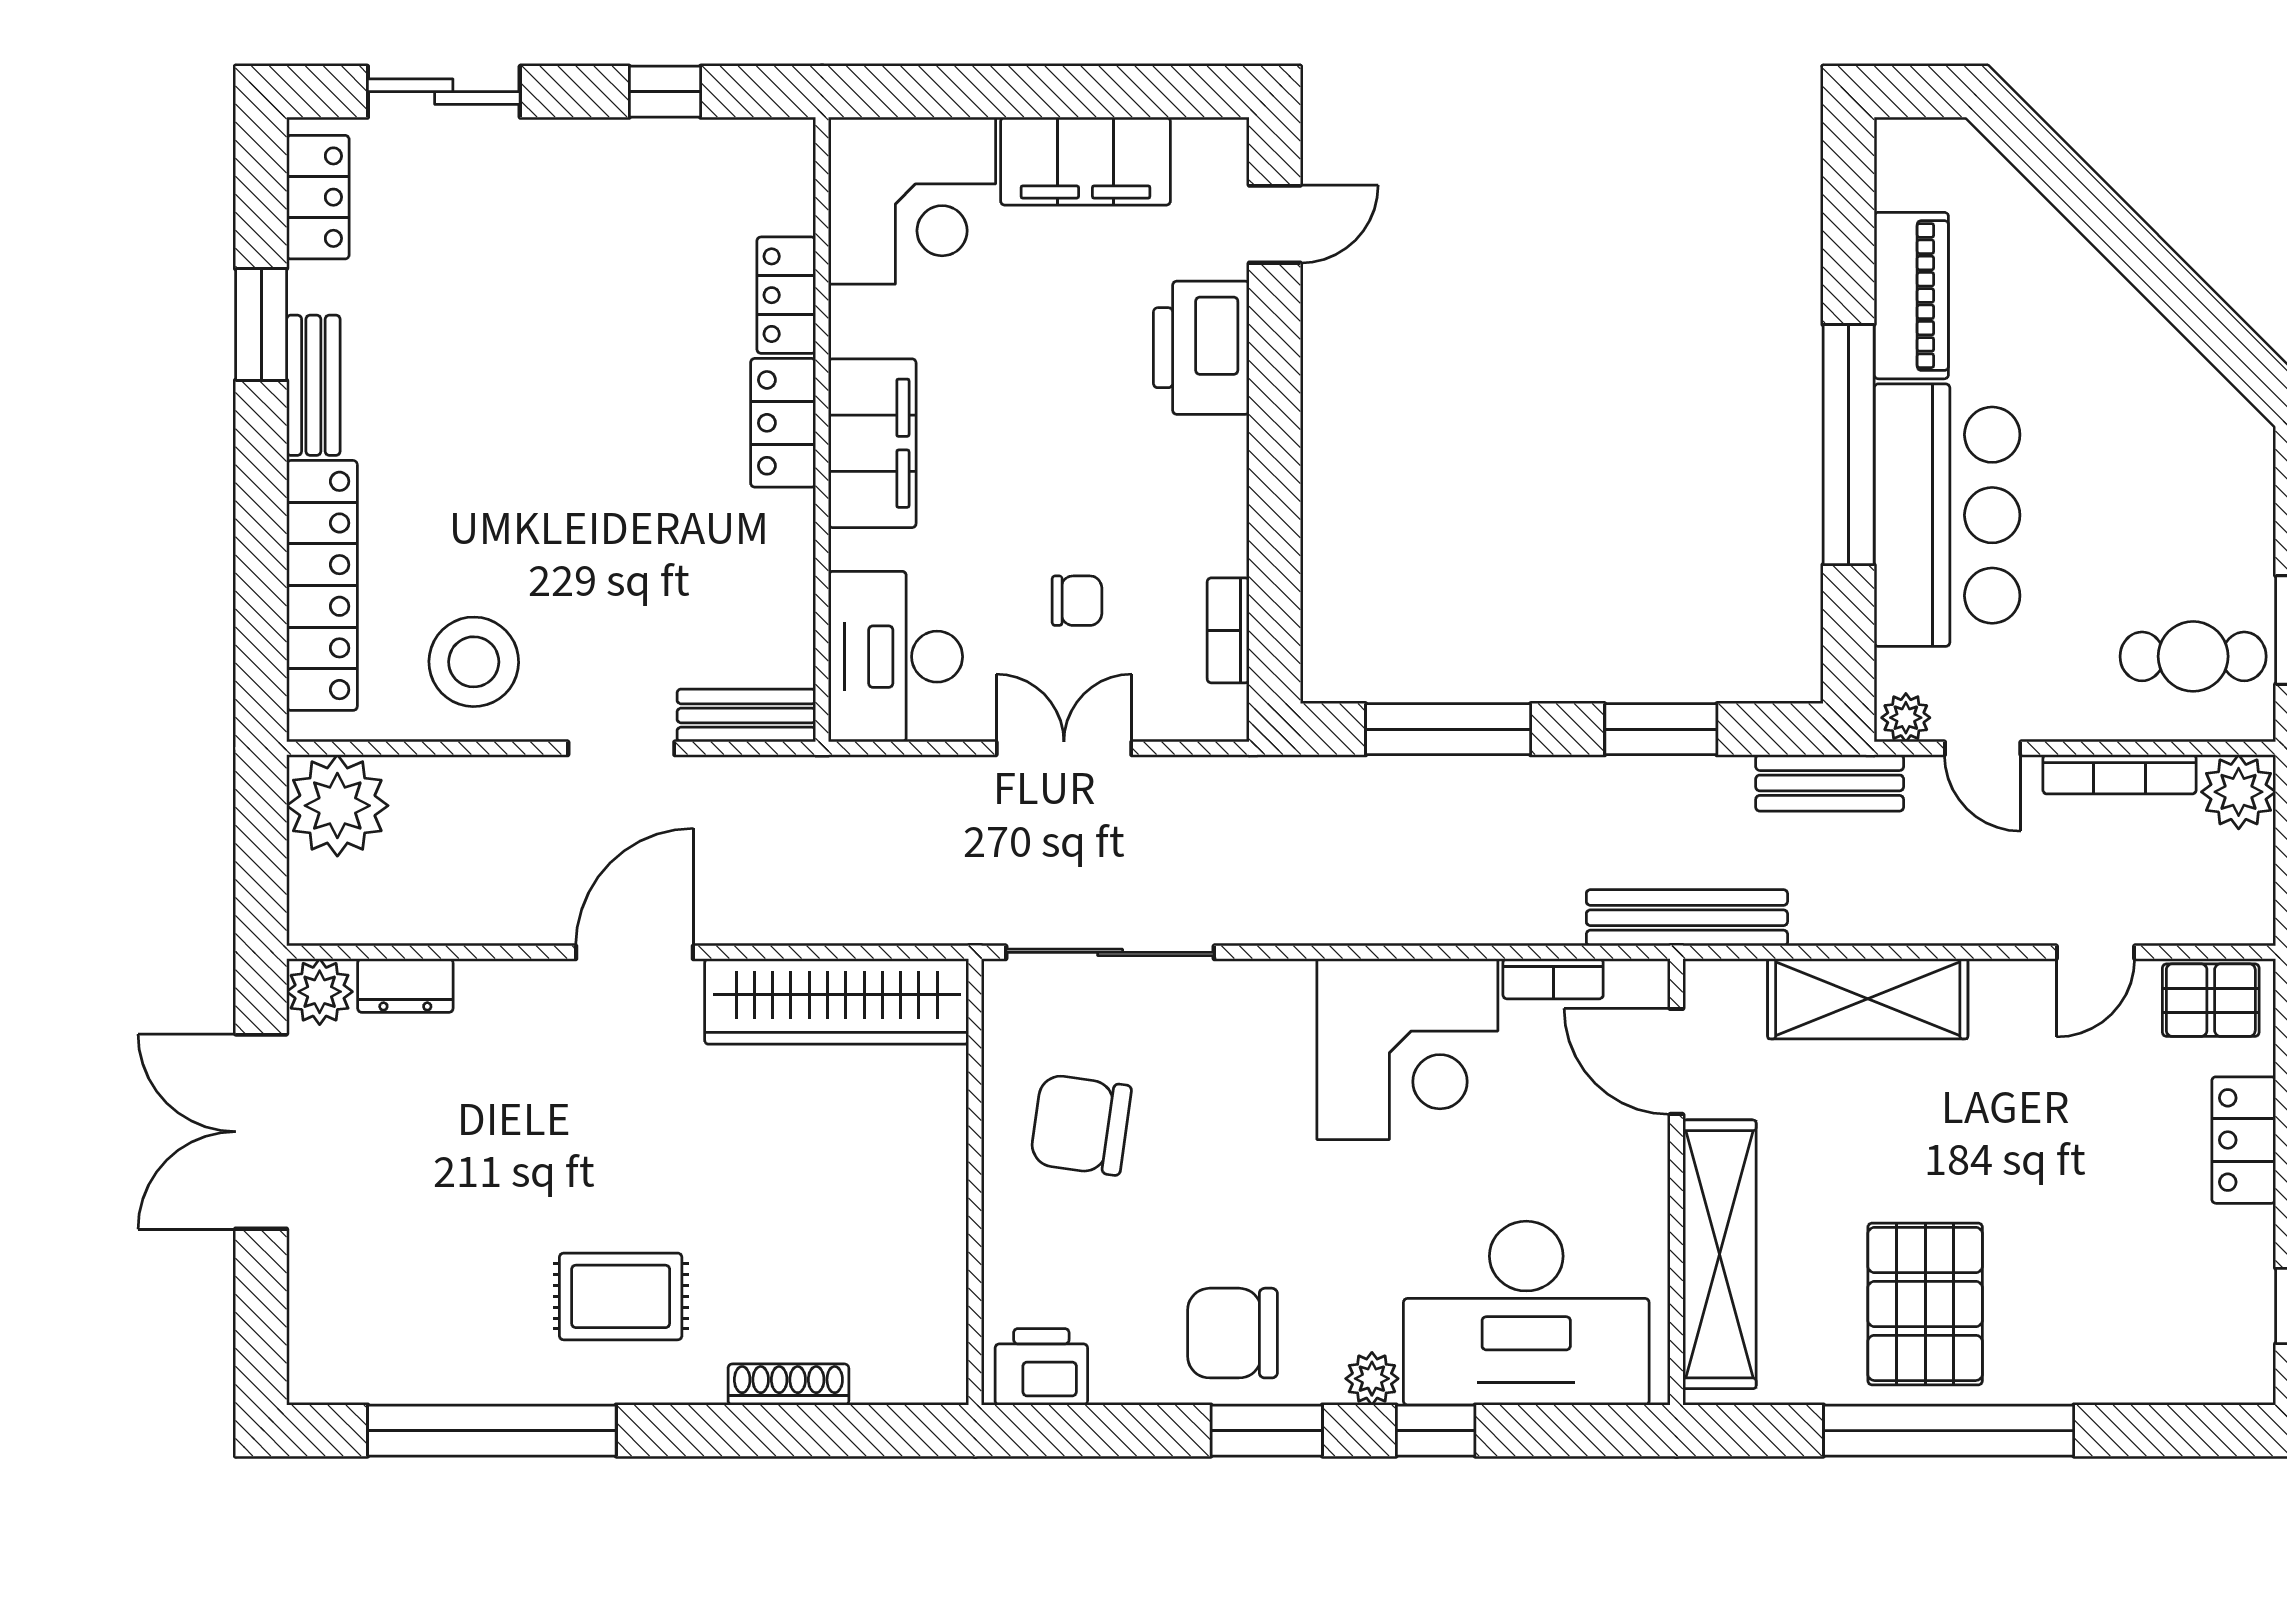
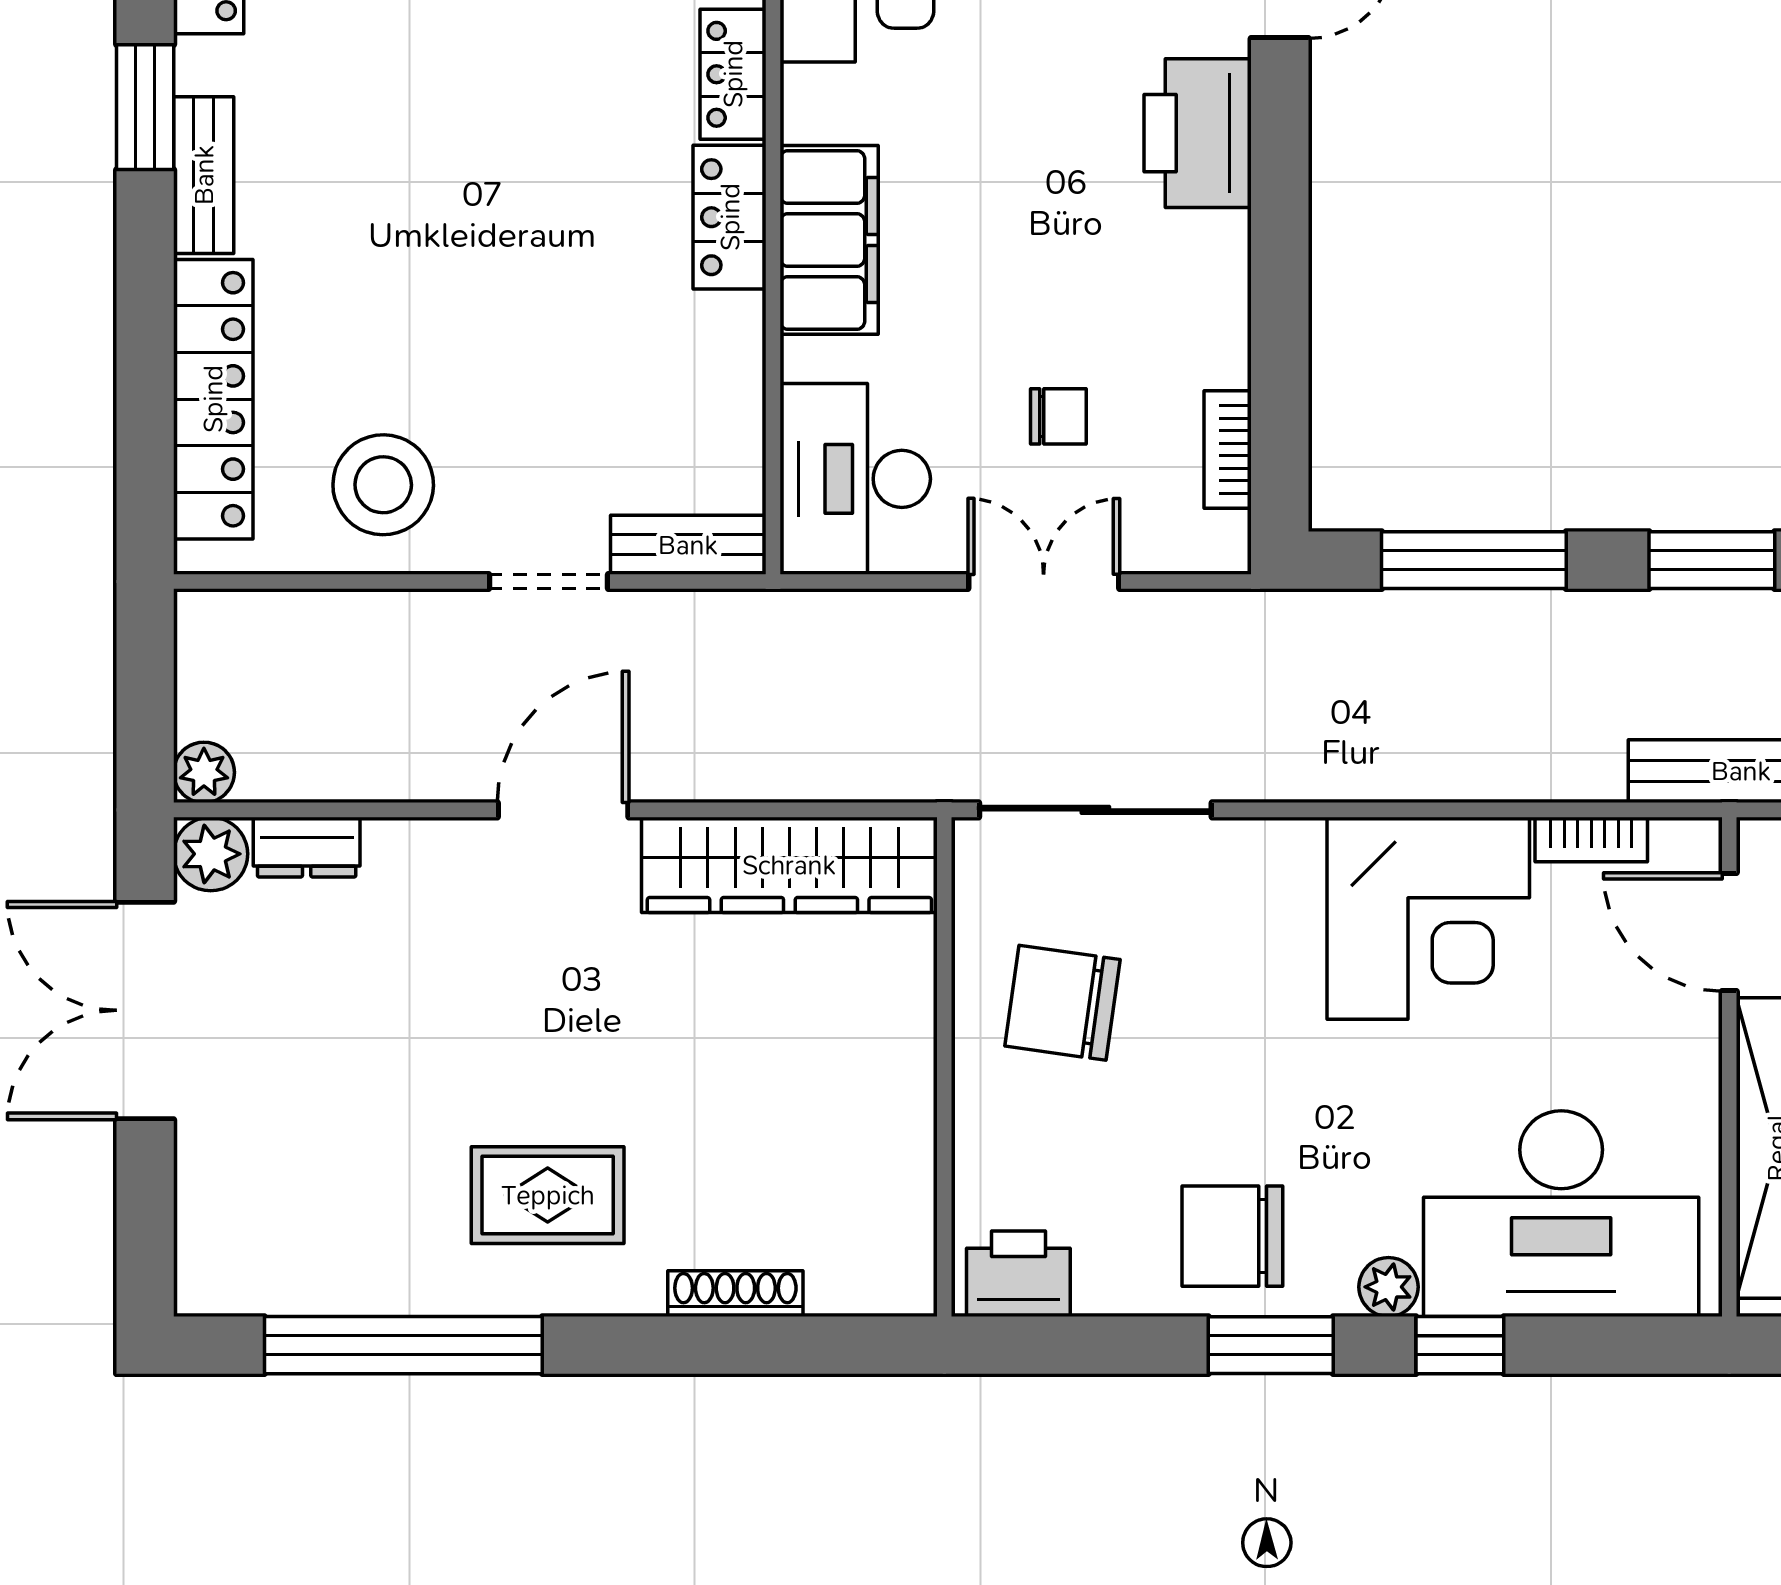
plant: (337, 806) -> (204, 772), moved, width x0.53, depth x0.53

